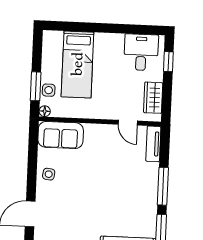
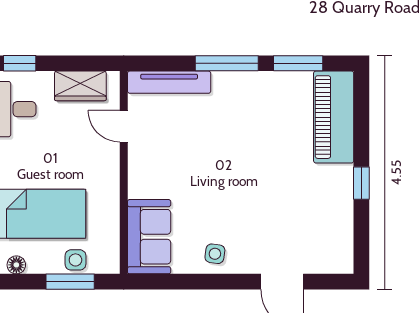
floor lamp: (45, 111) -> (16, 265), moved
door: (128, 123) -> (124, 126), swing flipped
tv unit: (153, 144) -> (169, 82), width x1.41

